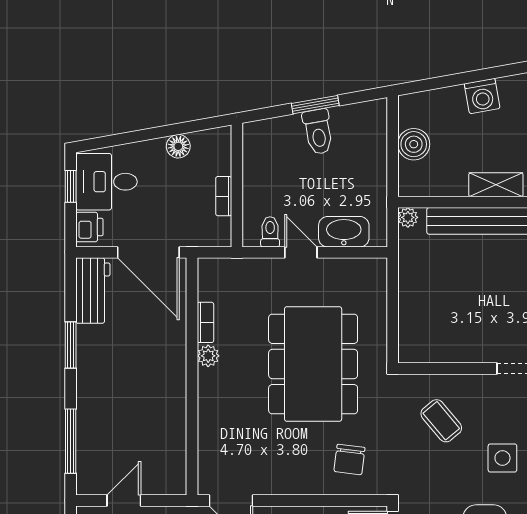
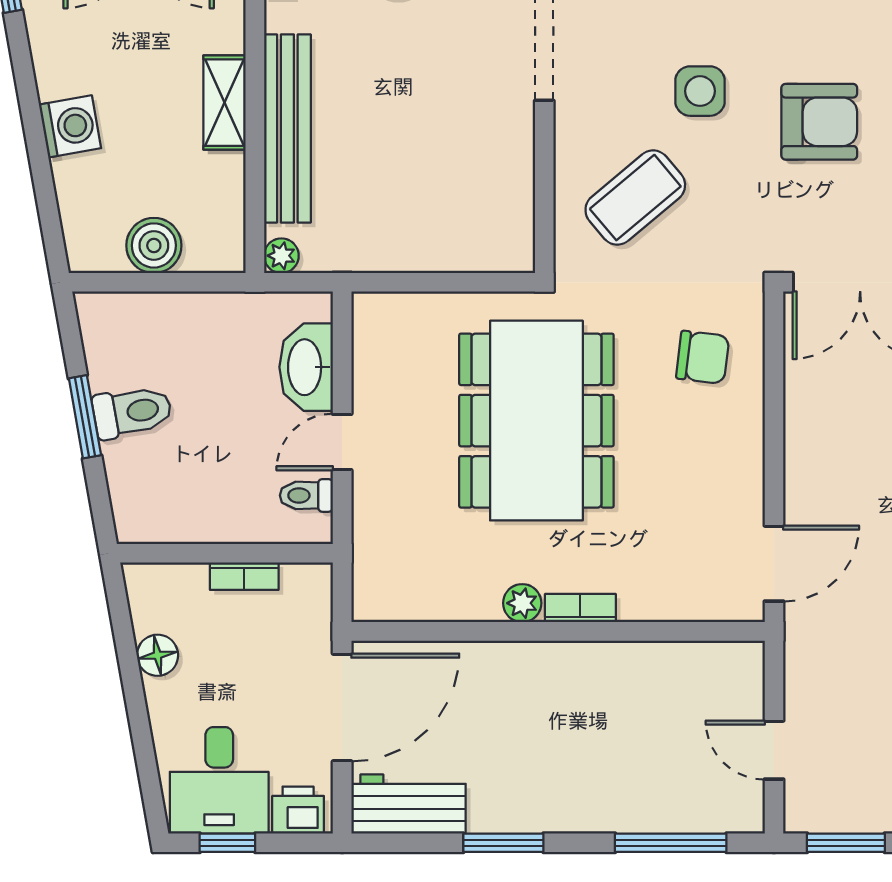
bookcase: (205, 322) -> (580, 608), moved
dining table: (313, 364) -> (536, 421), turned 90
coffee table: (441, 421) -> (635, 198), width x1.36, depth x1.30

